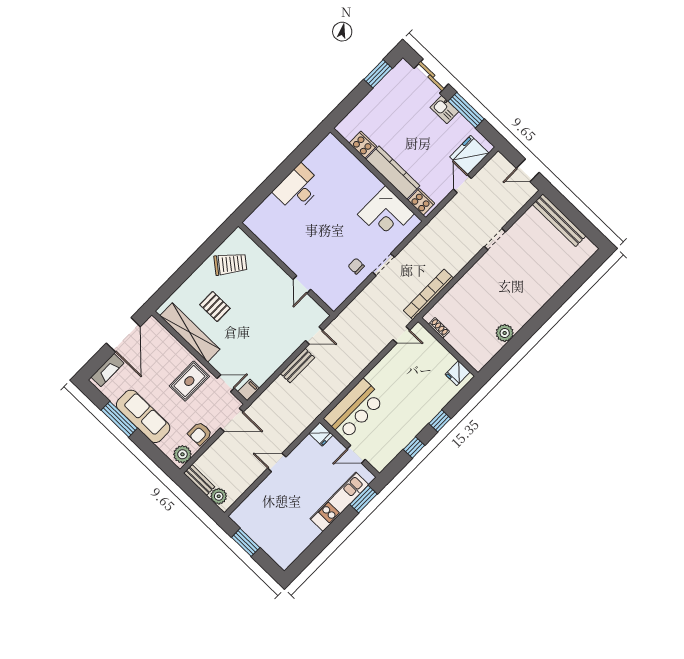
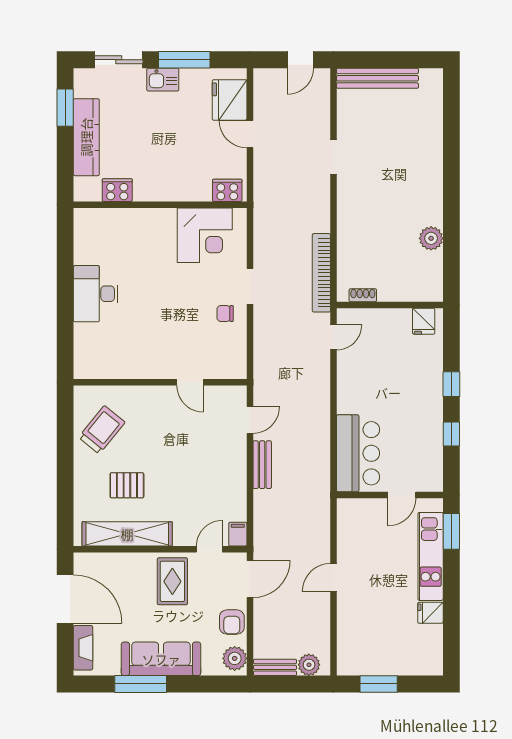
kitchen counter: (393, 173) -> (86, 137), moved, turned 90
fridge: (321, 434) -> (430, 613), moved, turned 180

